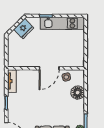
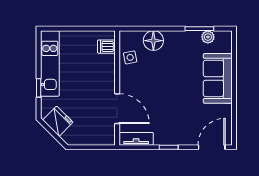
dishwasher: (74, 61) -> (106, 47), added
door: (49, 68) -> (117, 109), moved

